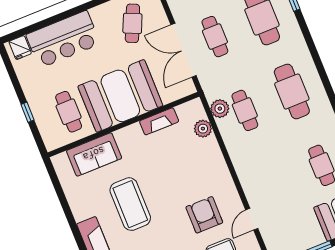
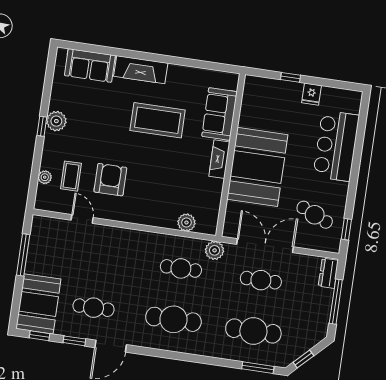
fridge: (20, 48) -> (311, 94), moved, turned -90
plant: (220, 109) -> (215, 250), moved
cafe table: (69, 112) -> (270, 114), removed
fireplace: (159, 121) -> (219, 159), moved
armchair: (204, 215) -> (110, 180), turned -90

